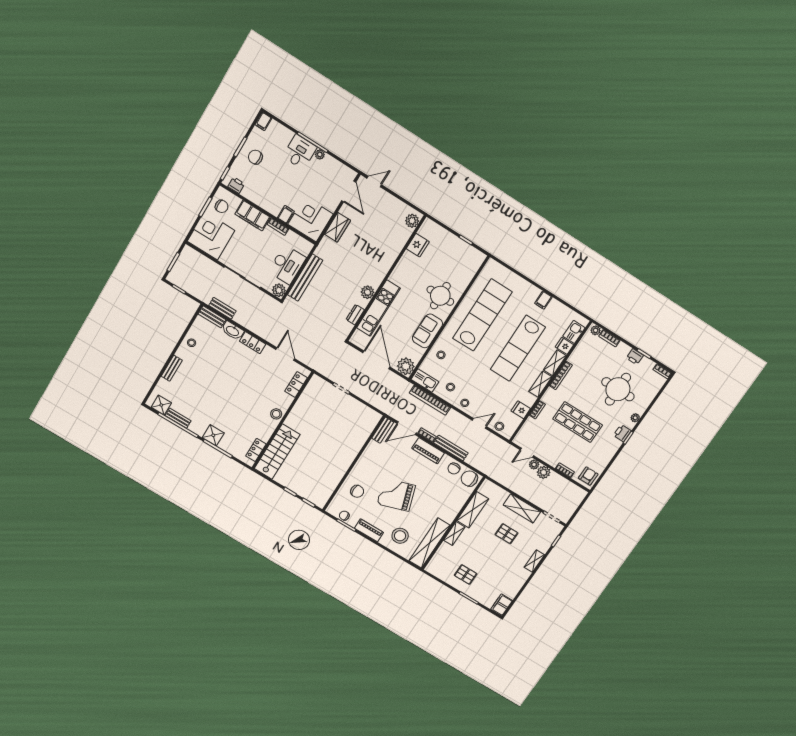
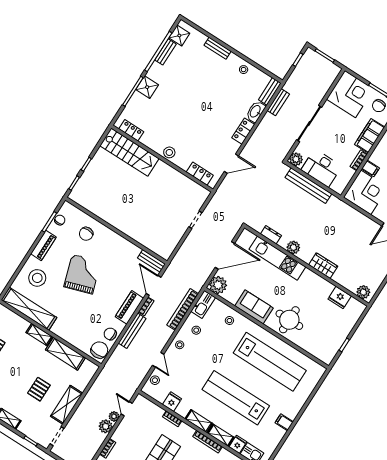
wardrobe: (337, 227) -> (323, 266), moved, turned 180

